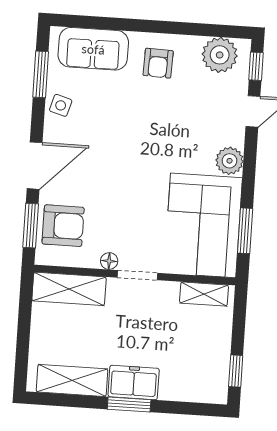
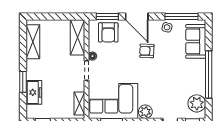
window: (162, 27) -> (209, 75), added
armchair: (158, 63) -> (147, 51), moved
window: (41, 74) -> (181, 17), width x1.44
freezer: (134, 382) -> (34, 92), moved
window: (129, 404) -> (23, 82), moved

